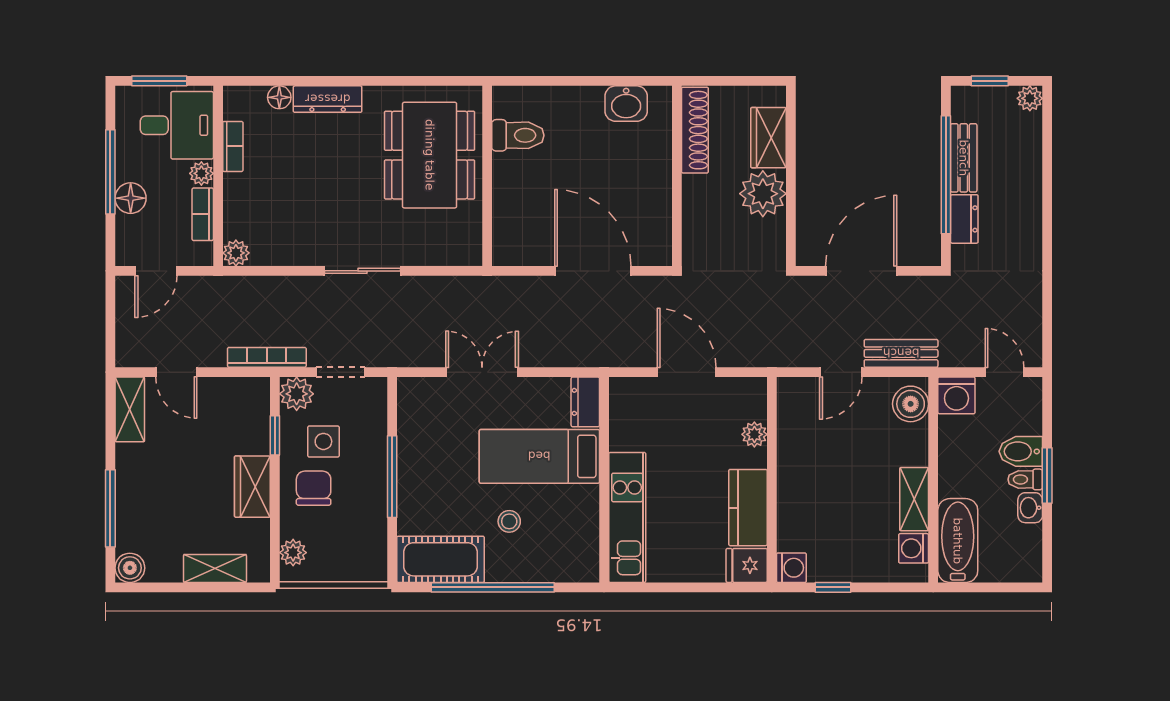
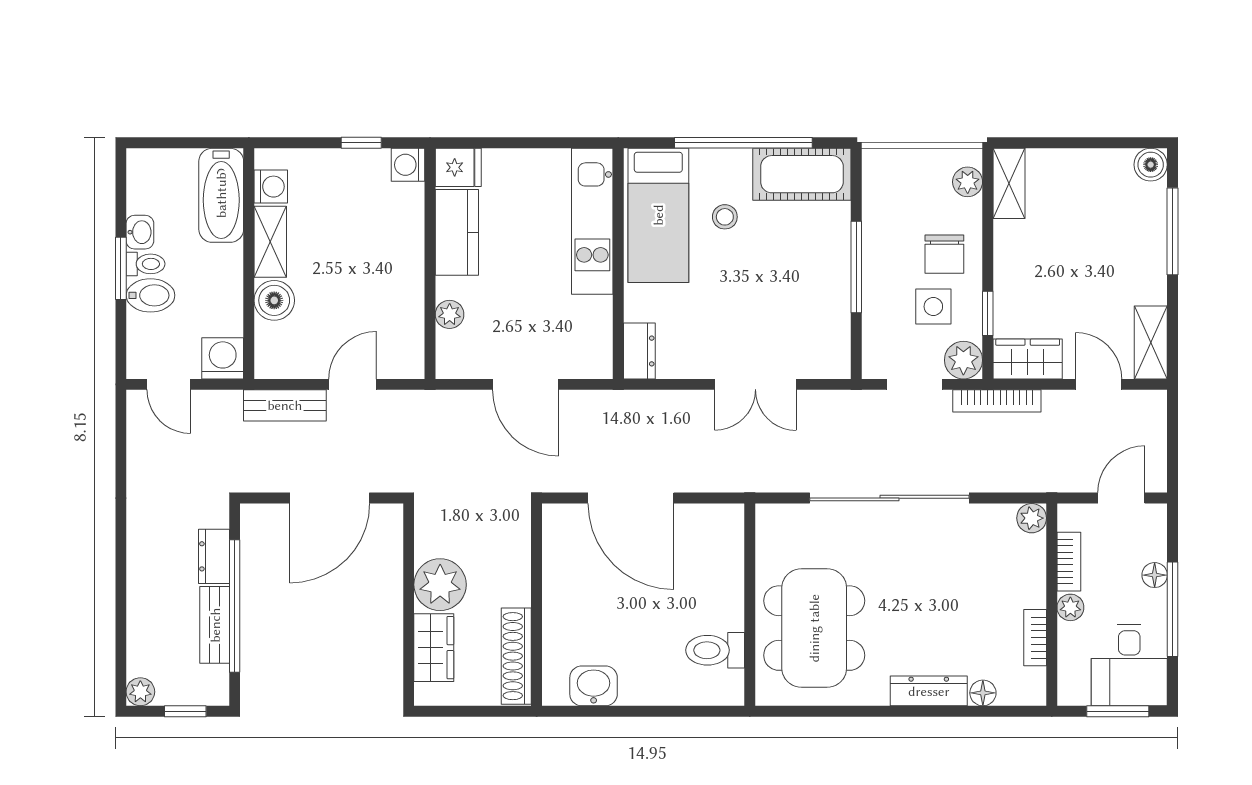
desk: (177, 125) -> (1129, 665), moved, turned -90
floor lamp: (131, 198) -> (1155, 575), width x0.73, depth x0.73
sliding door: (363, 271) -> (889, 498), width x1.86
boiler: (911, 404) -> (274, 300), moved
bed: (539, 456) -> (658, 215), moved, turned 90
wardrobe: (252, 487) -> (1028, 359), moved, turned -90
shelving: (215, 568) -> (1009, 183), moved, turned 90

